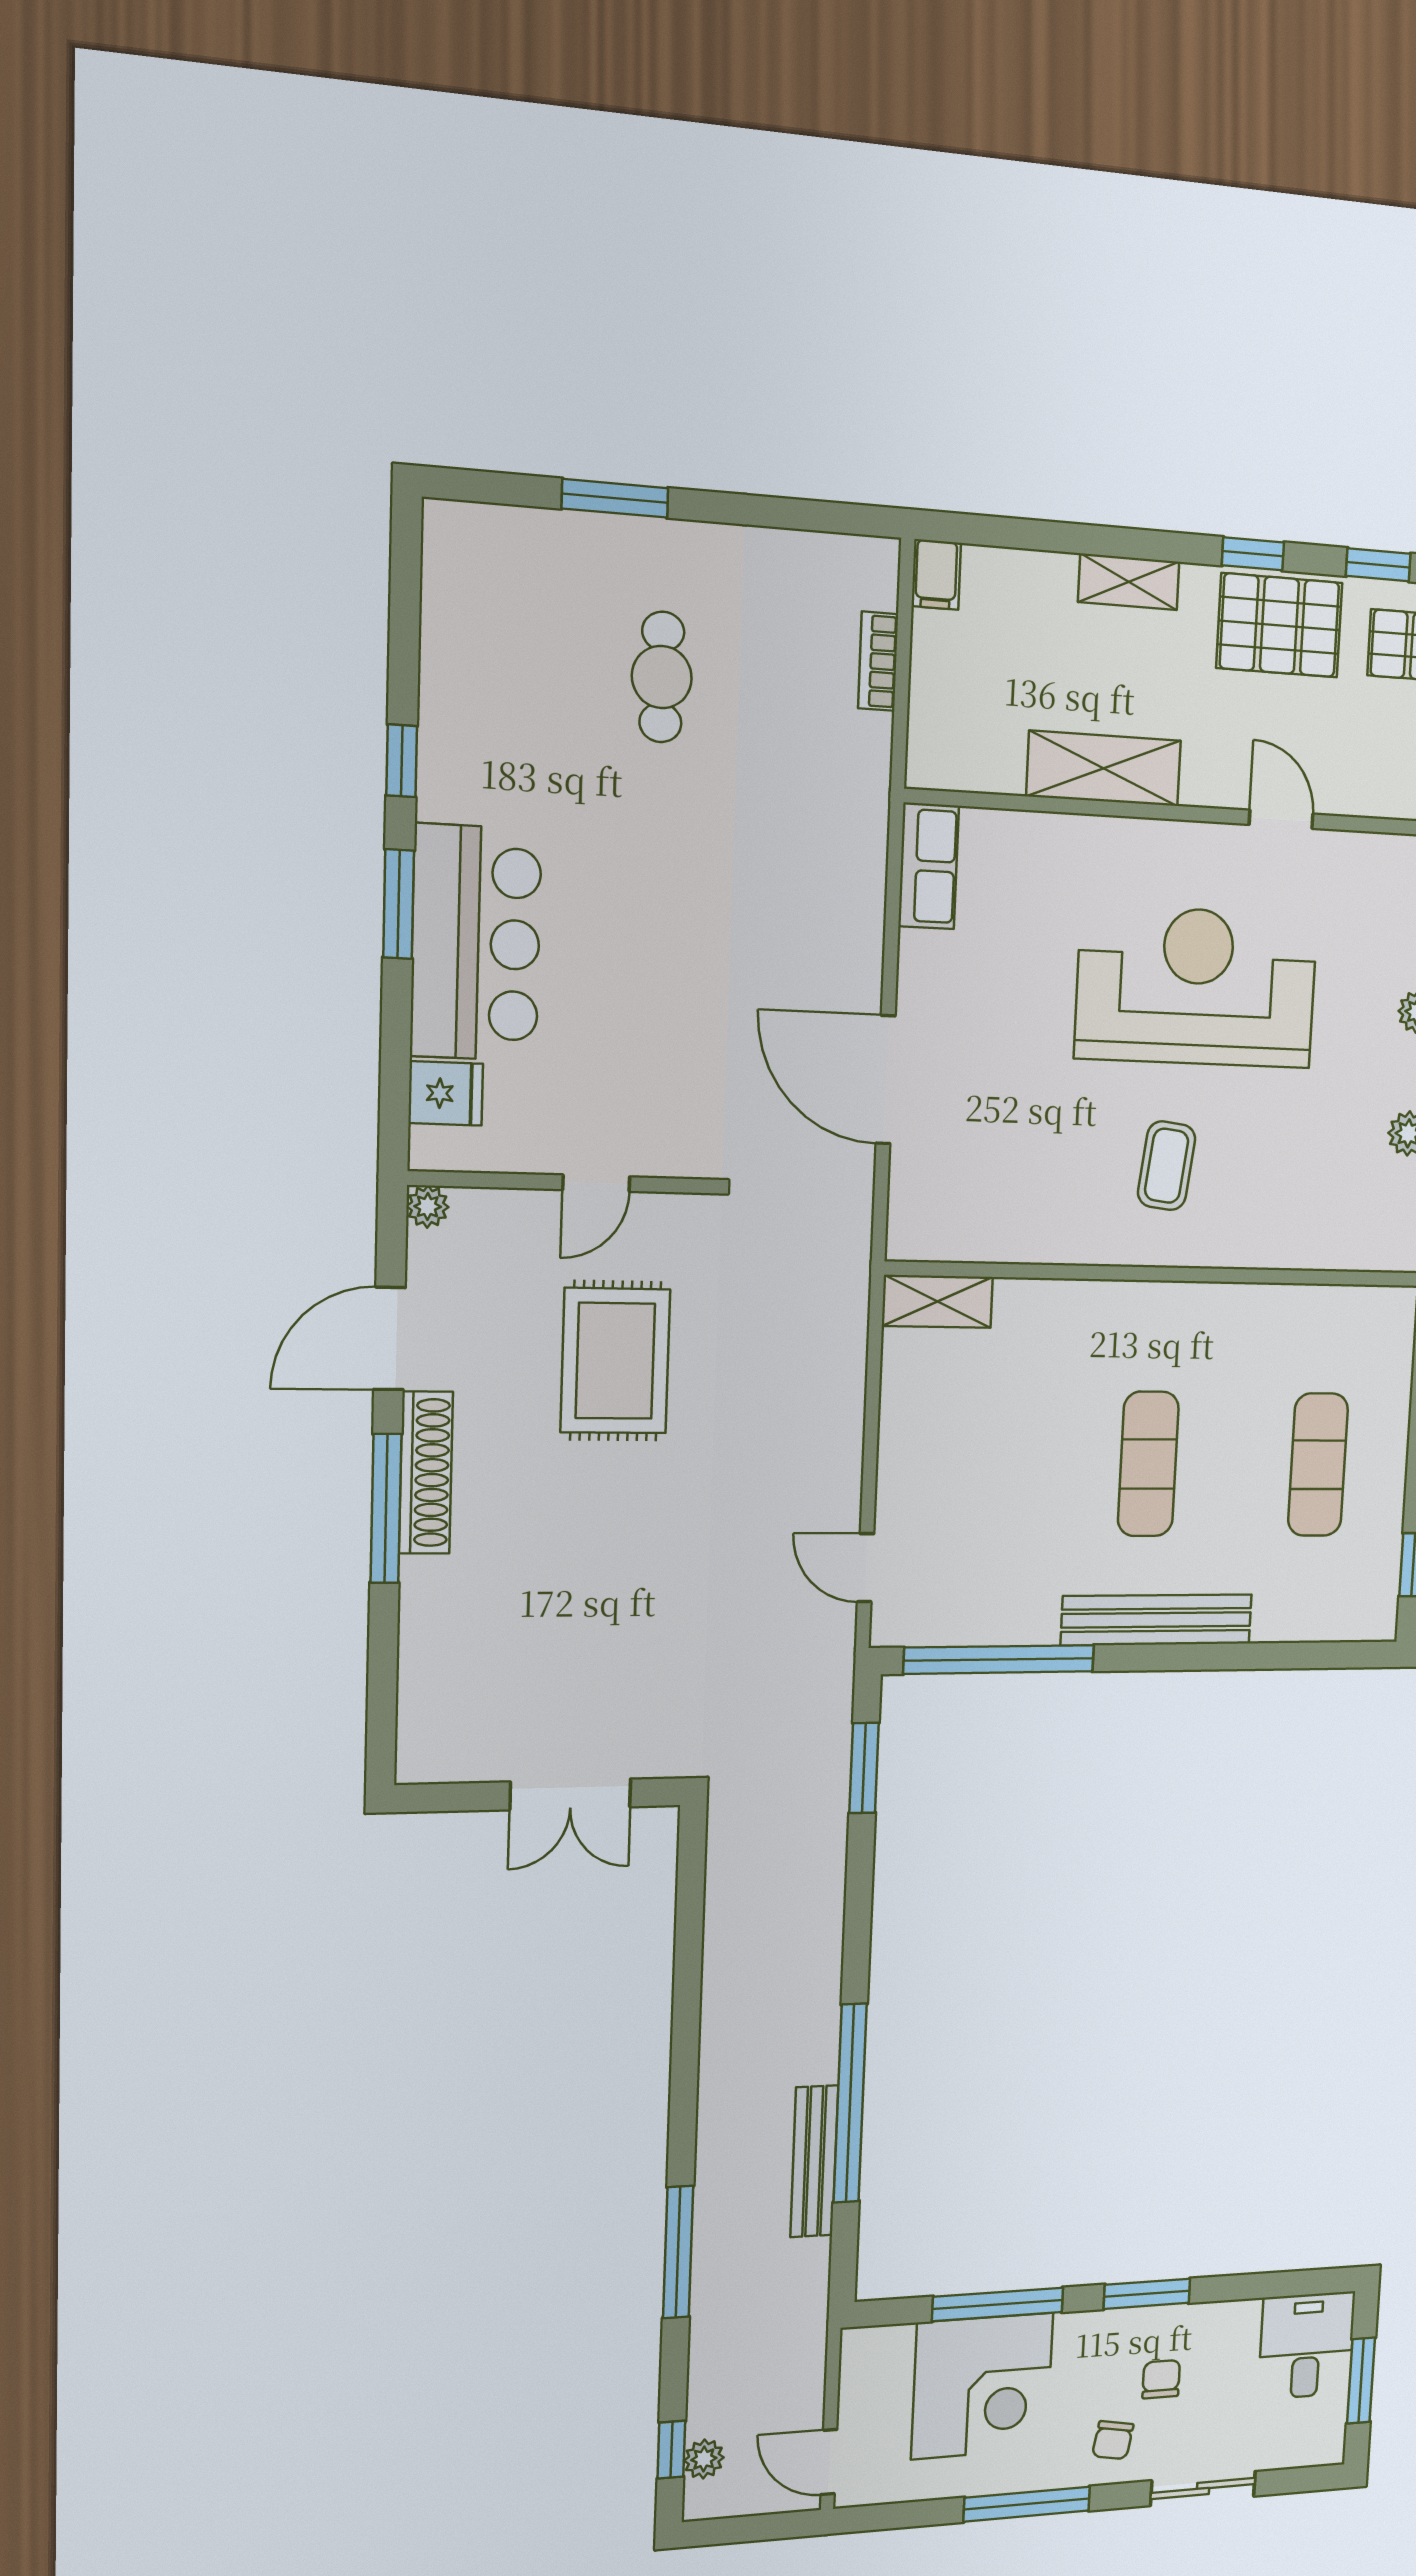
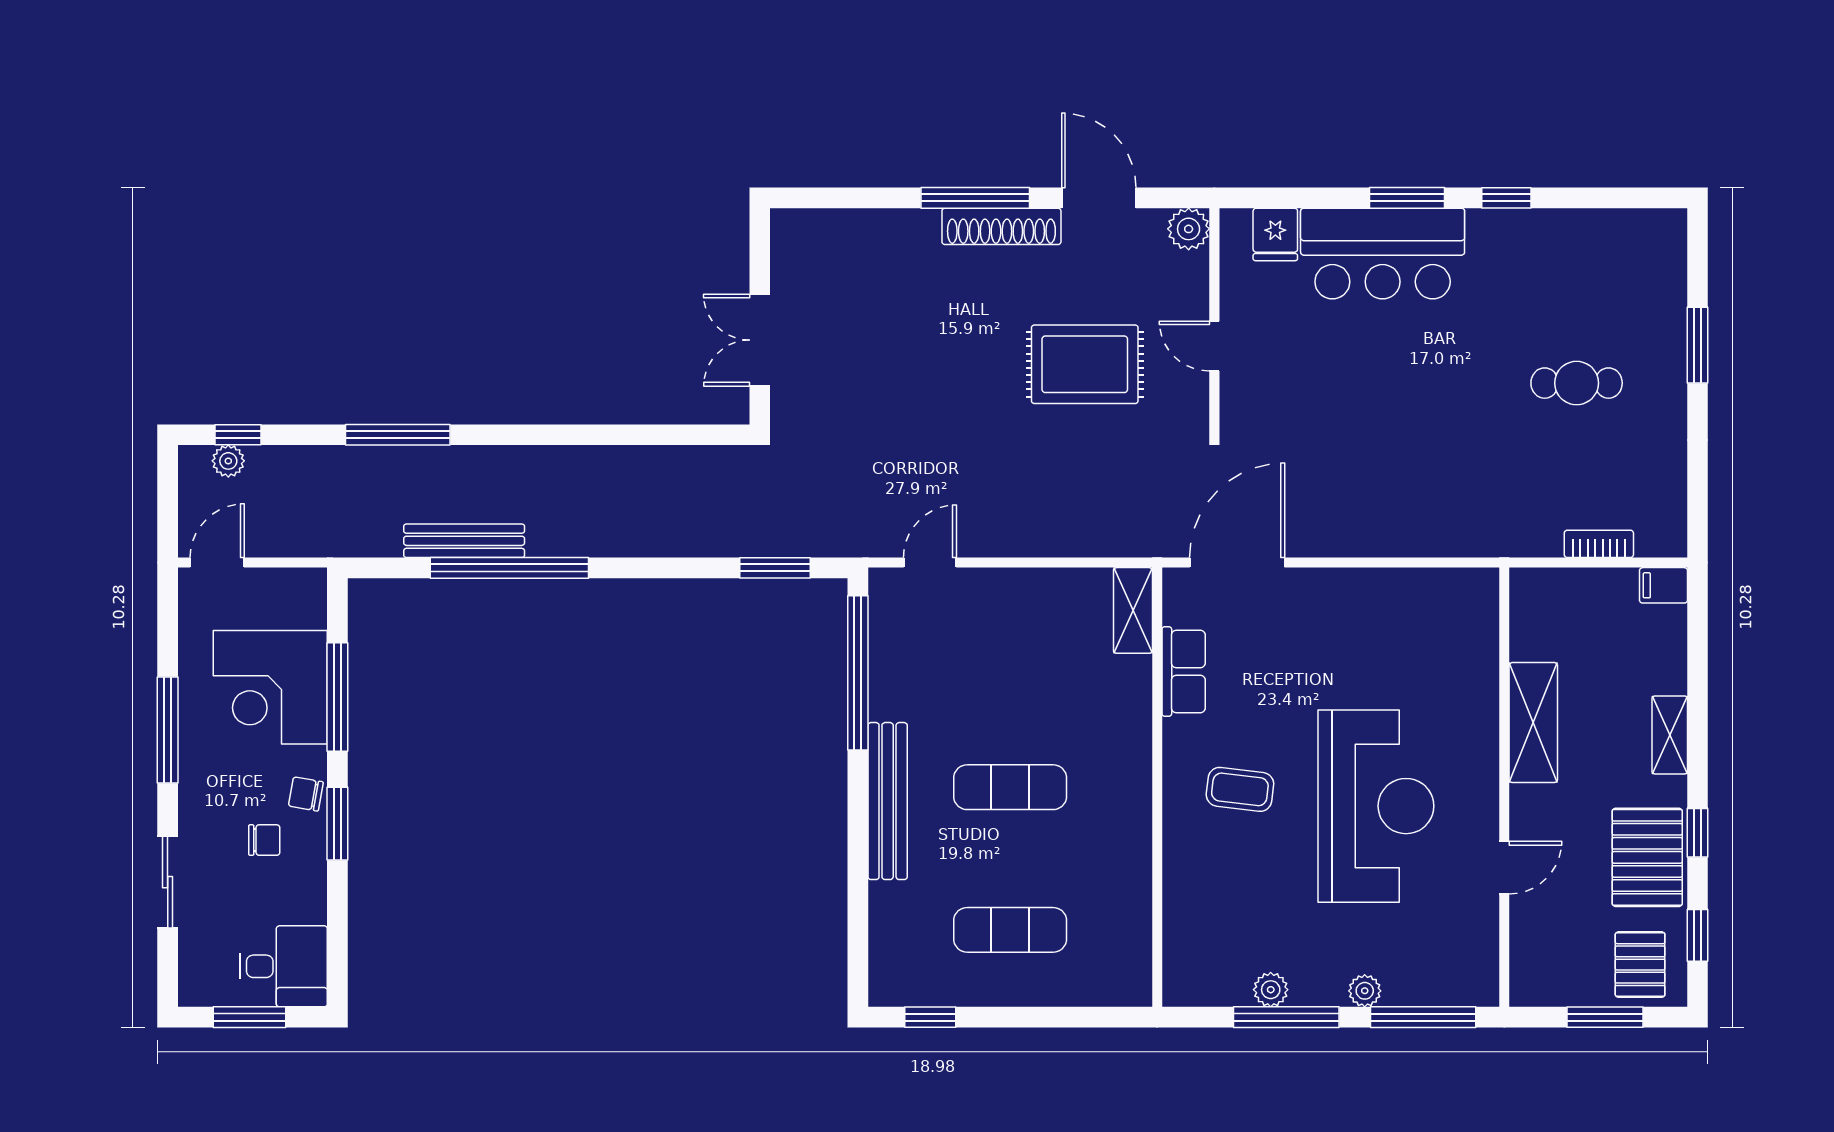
row of seats: (929, 866) -> (1184, 671), moved, turned -90
door: (886, 1080) -> (1237, 563), moved
plant: (428, 1207) -> (1189, 229), width x1.38, depth x1.38
chair: (1113, 2440) -> (306, 794), moved

